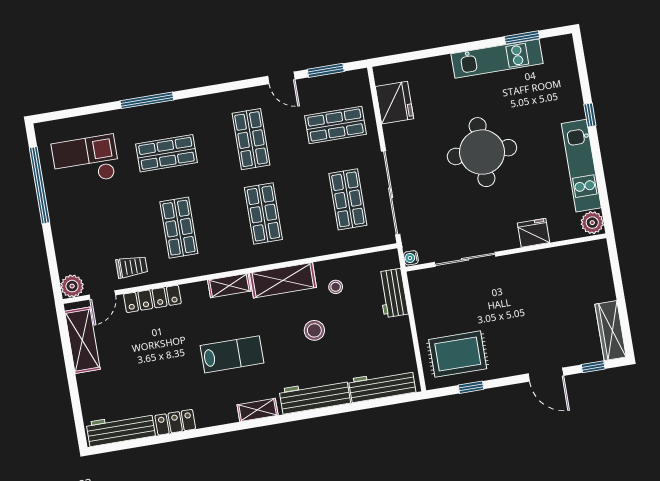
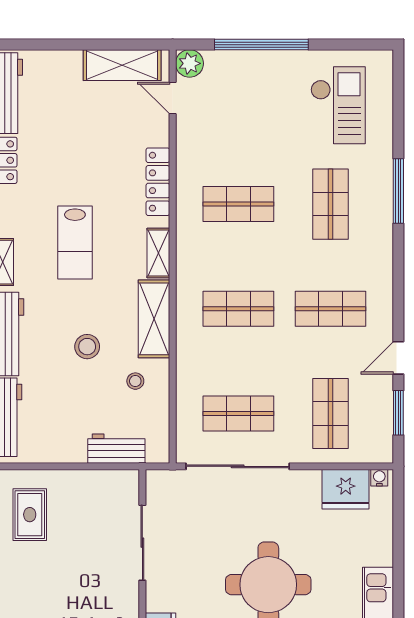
window: (39, 185) -> (261, 45), moved
water cooler: (411, 258) -> (379, 478), moved
trolley: (132, 267) -> (201, 139), removed
locker: (152, 299) -> (158, 182), moved
rug: (458, 354) -> (30, 515), width x0.73, depth x0.70

